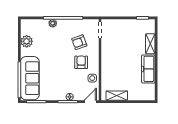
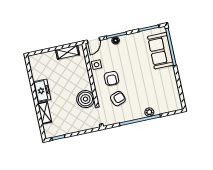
plant: (27, 41) -> (172, 88), removed
boiler: (110, 48) -> (85, 99), added
freezer: (148, 69) -> (42, 91), width x0.71
sofa: (30, 78) -> (161, 51), width x0.73

